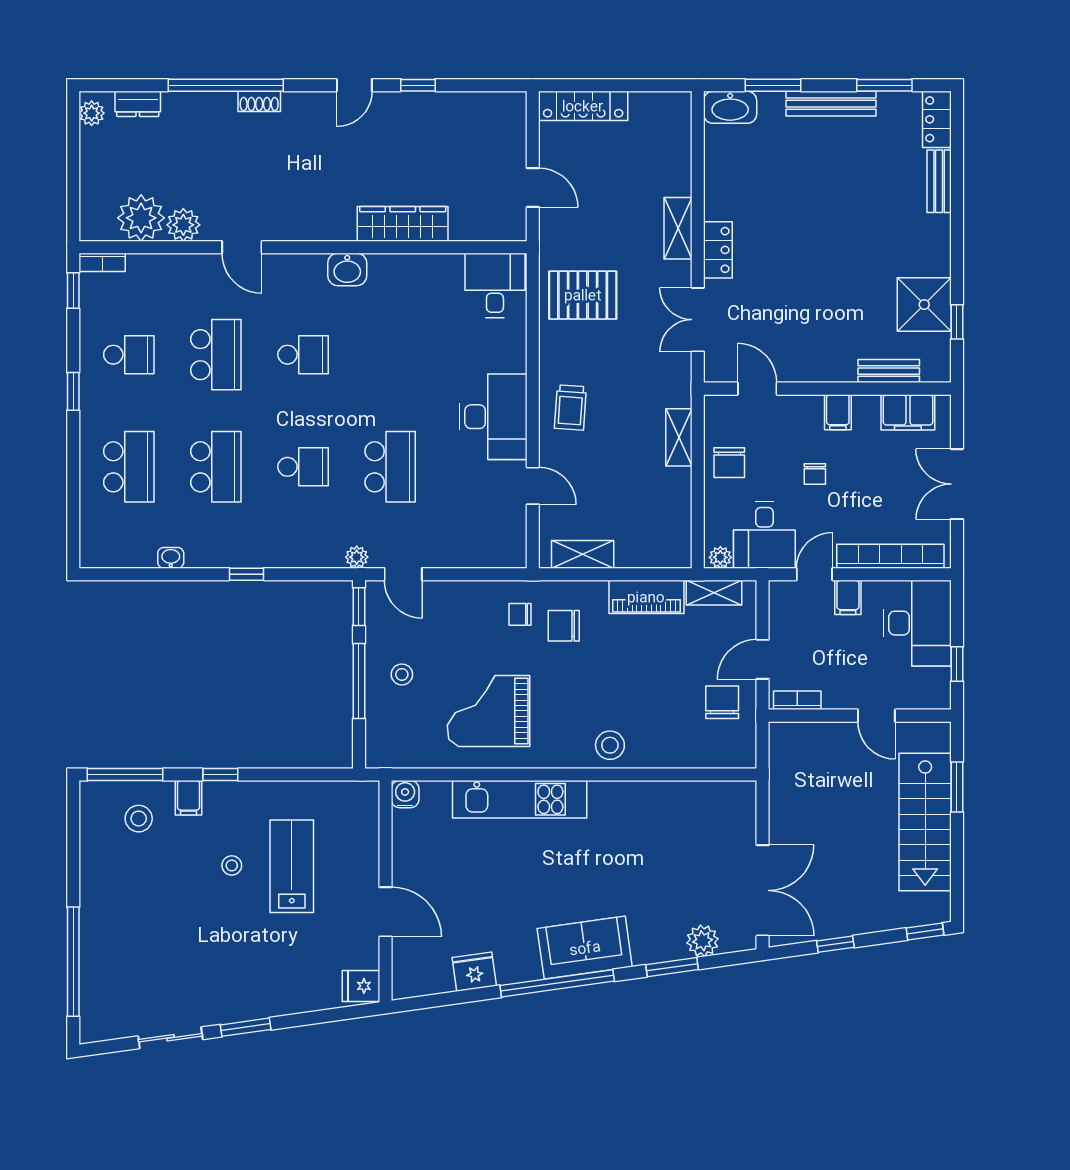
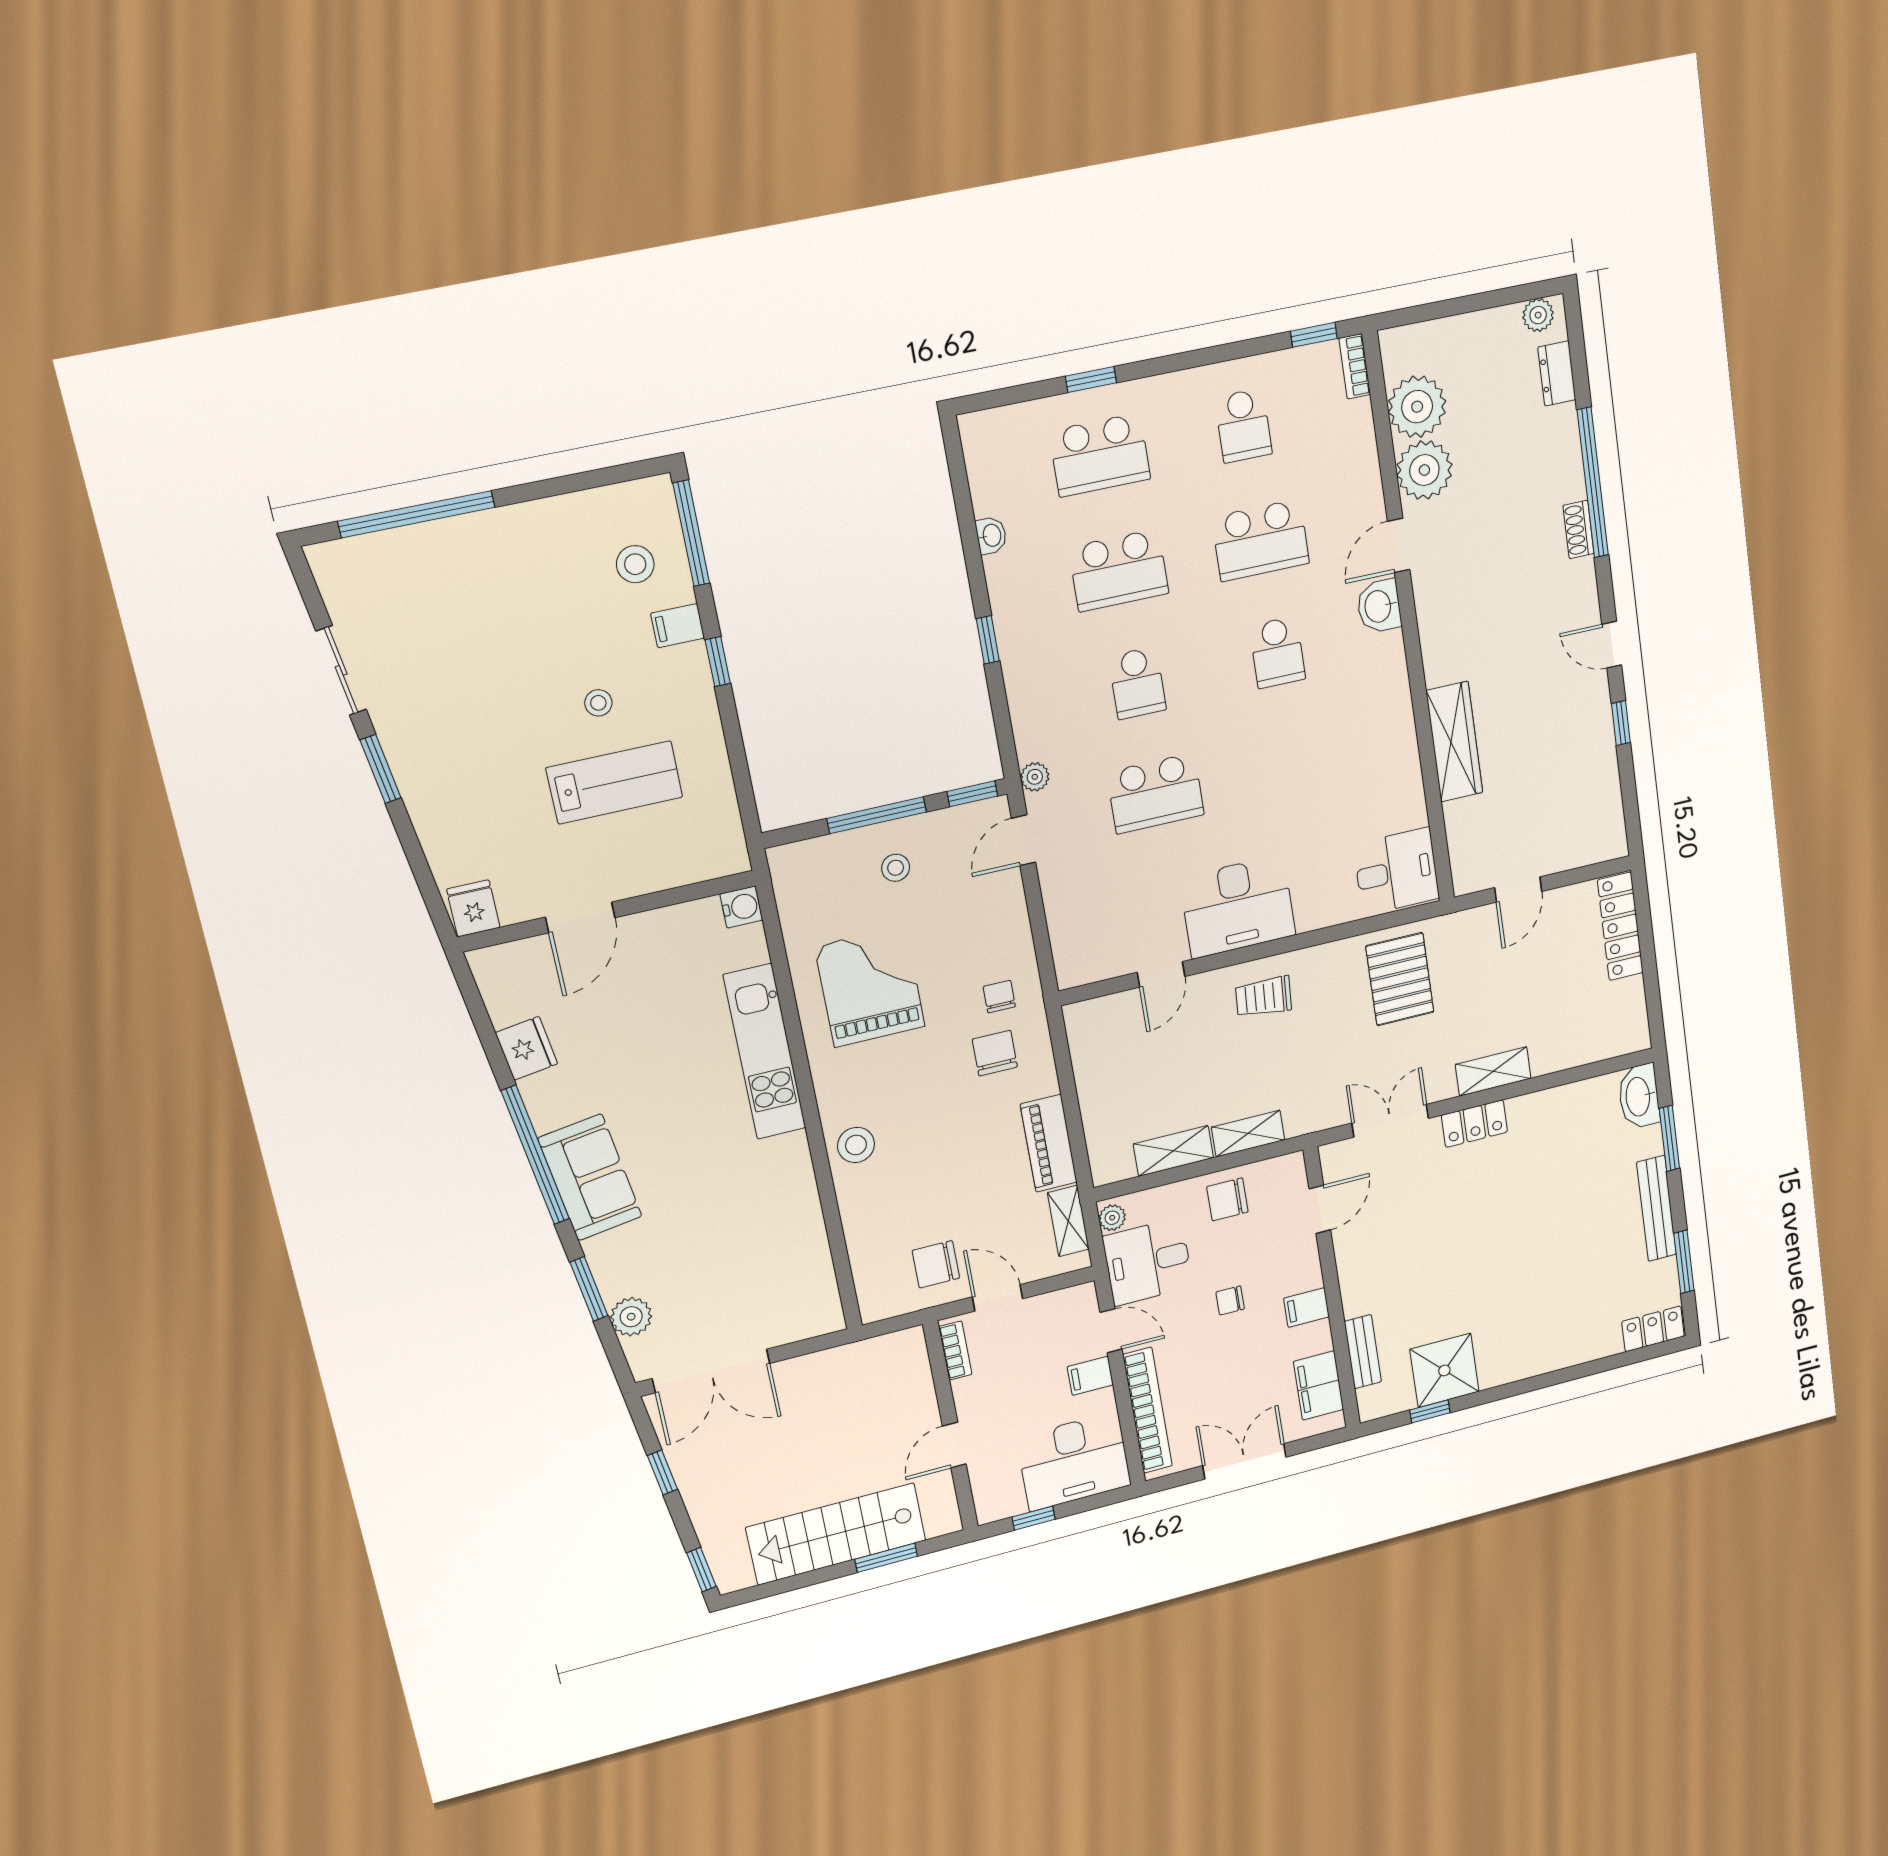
bench: (939, 181) -> (1585, 1350), removed
plant: (183, 225) -> (1424, 470), width x1.36, depth x1.36
washbasin: (347, 269) -> (1379, 606), moved
window: (73, 391) -> (1091, 379), moved
shelving: (583, 554) -> (1173, 1151), moved, turned 90
chair: (722, 702) -> (936, 1264), turned 180

